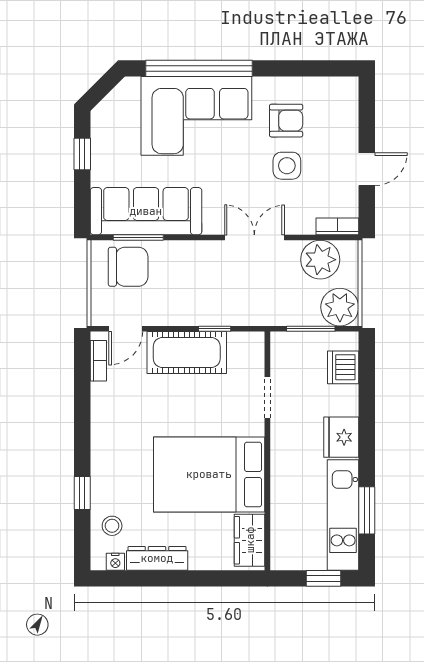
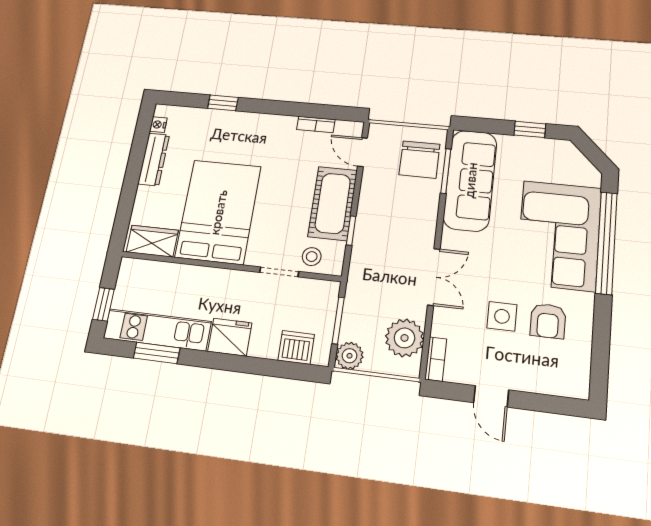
plant: (340, 307) -> (350, 356), width x0.73, depth x0.73
bookcase: (98, 361) -> (316, 125), moved
stool: (112, 526) -> (312, 257), moved

